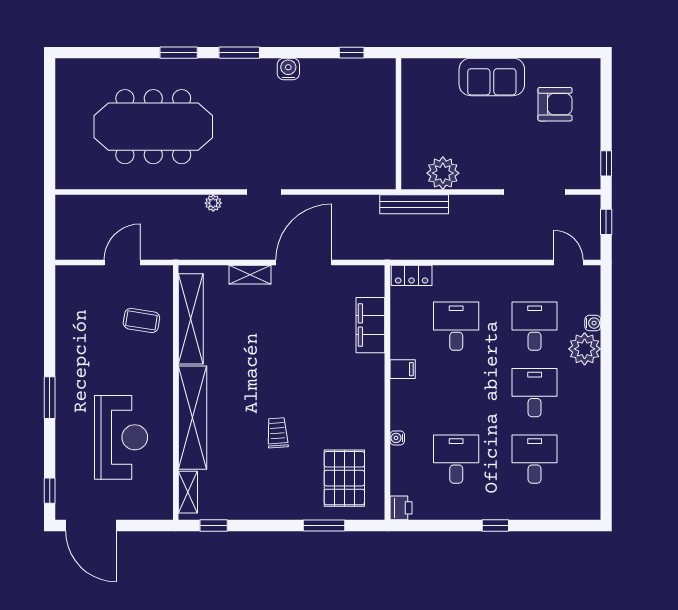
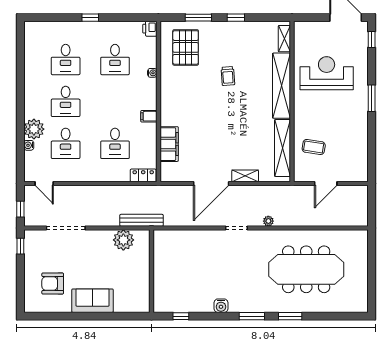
reception desk: (121, 437) -> (327, 73), turned 90
window: (214, 525) -> (236, 18), moved

